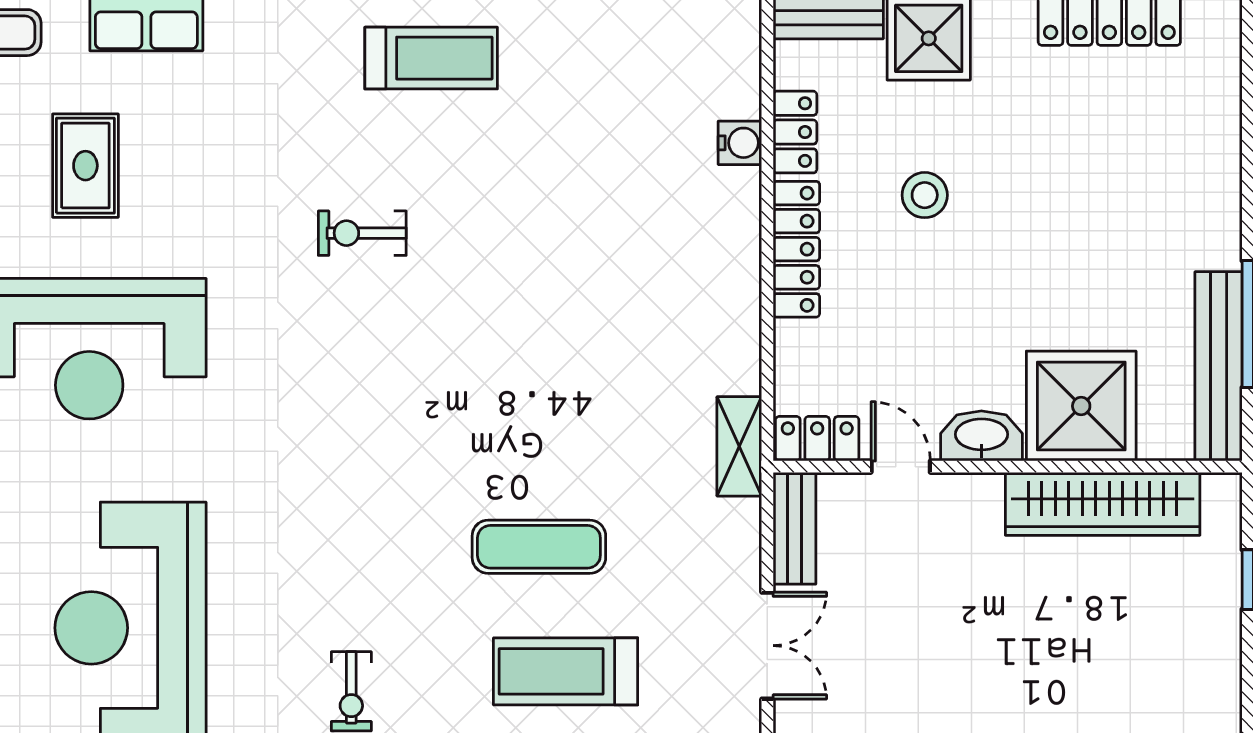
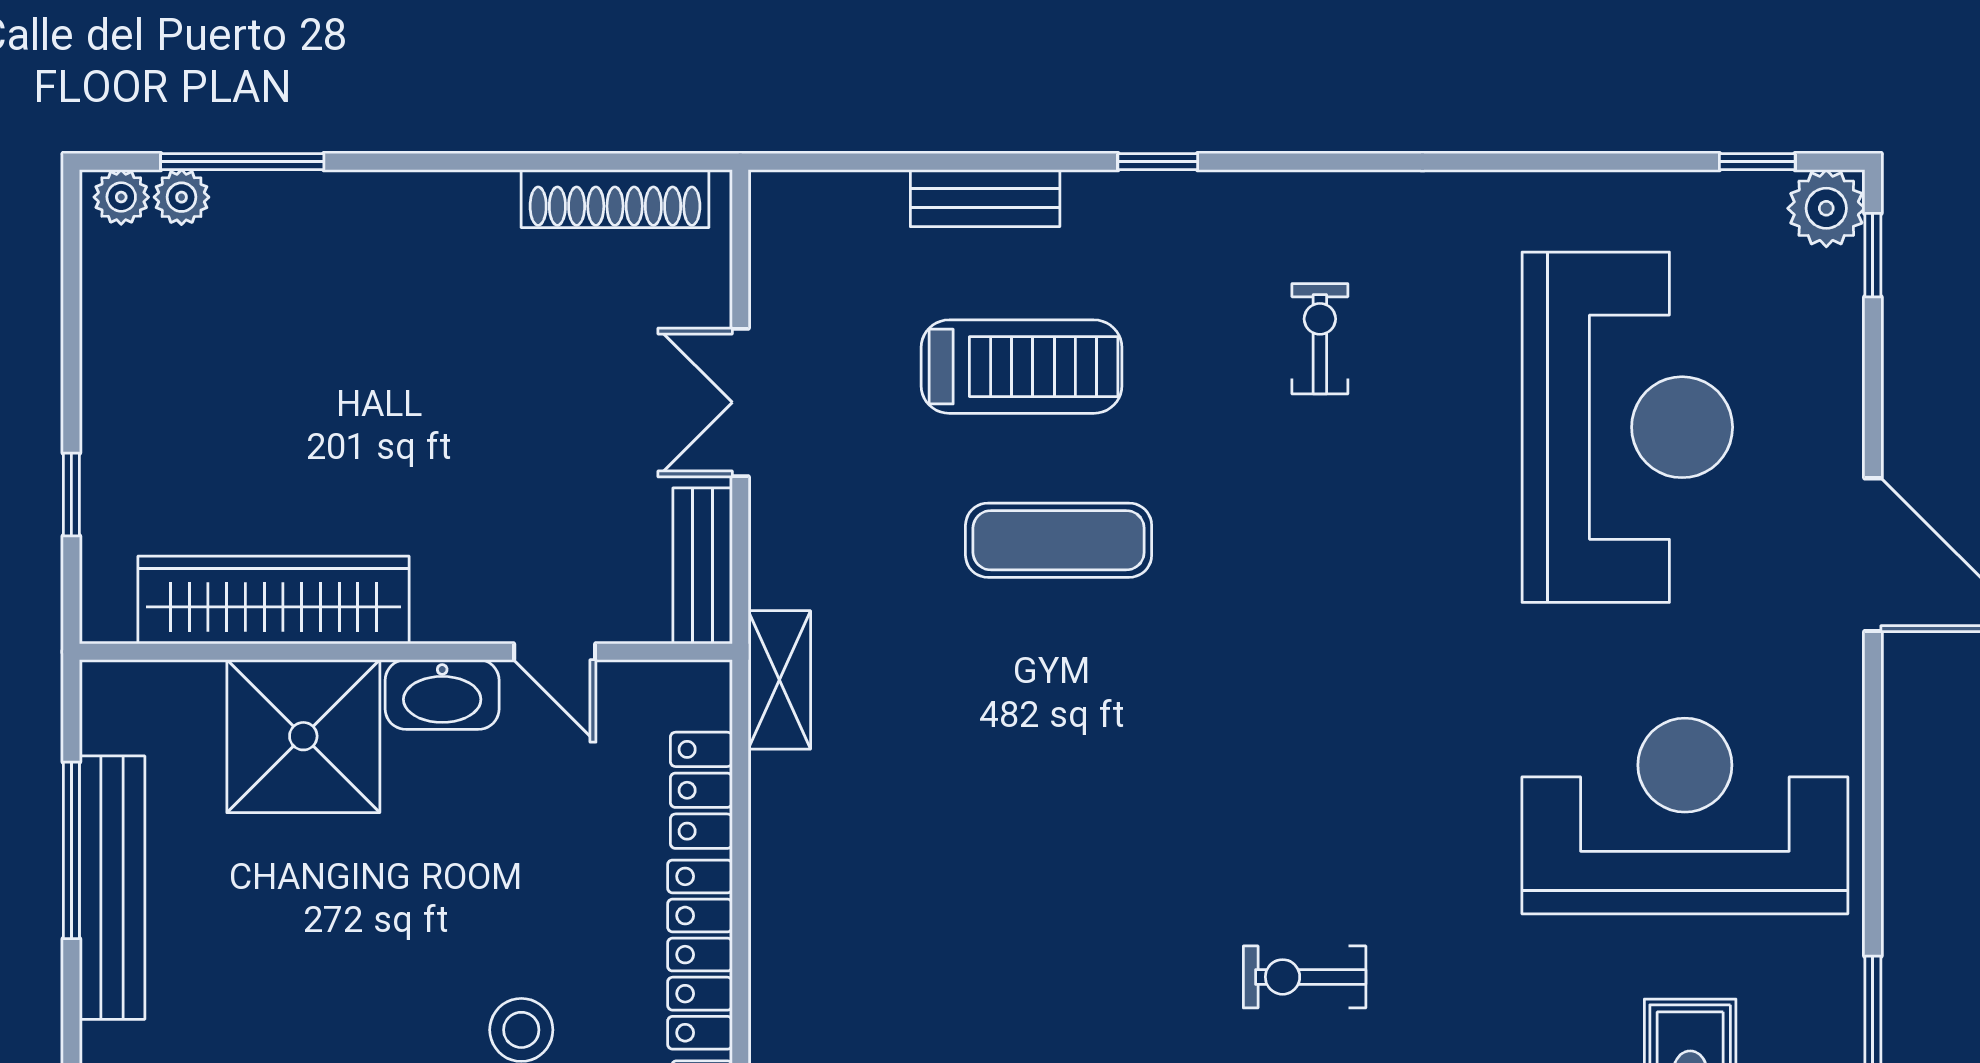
exercise bike: (362, 233) -> (1305, 977), turned 180
bench: (1219, 366) -> (112, 888), moved
locker: (817, 439) -> (701, 790), moved, turned 90

